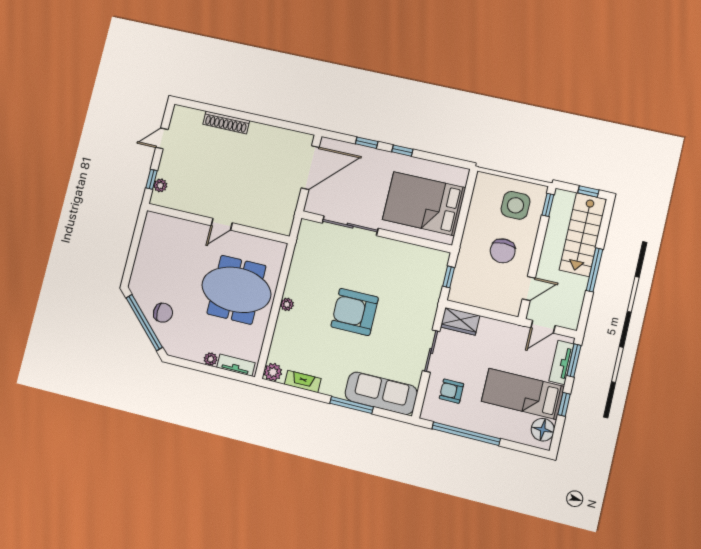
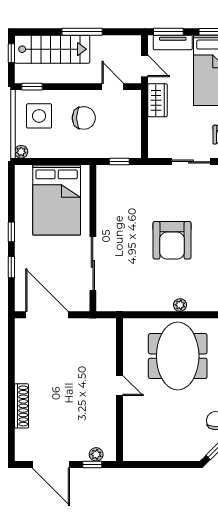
door: (162, 138) -> (51, 465), width x1.88
plant: (482, 179) -> (21, 152), added
wardrobe: (460, 321) -> (157, 100), moved

